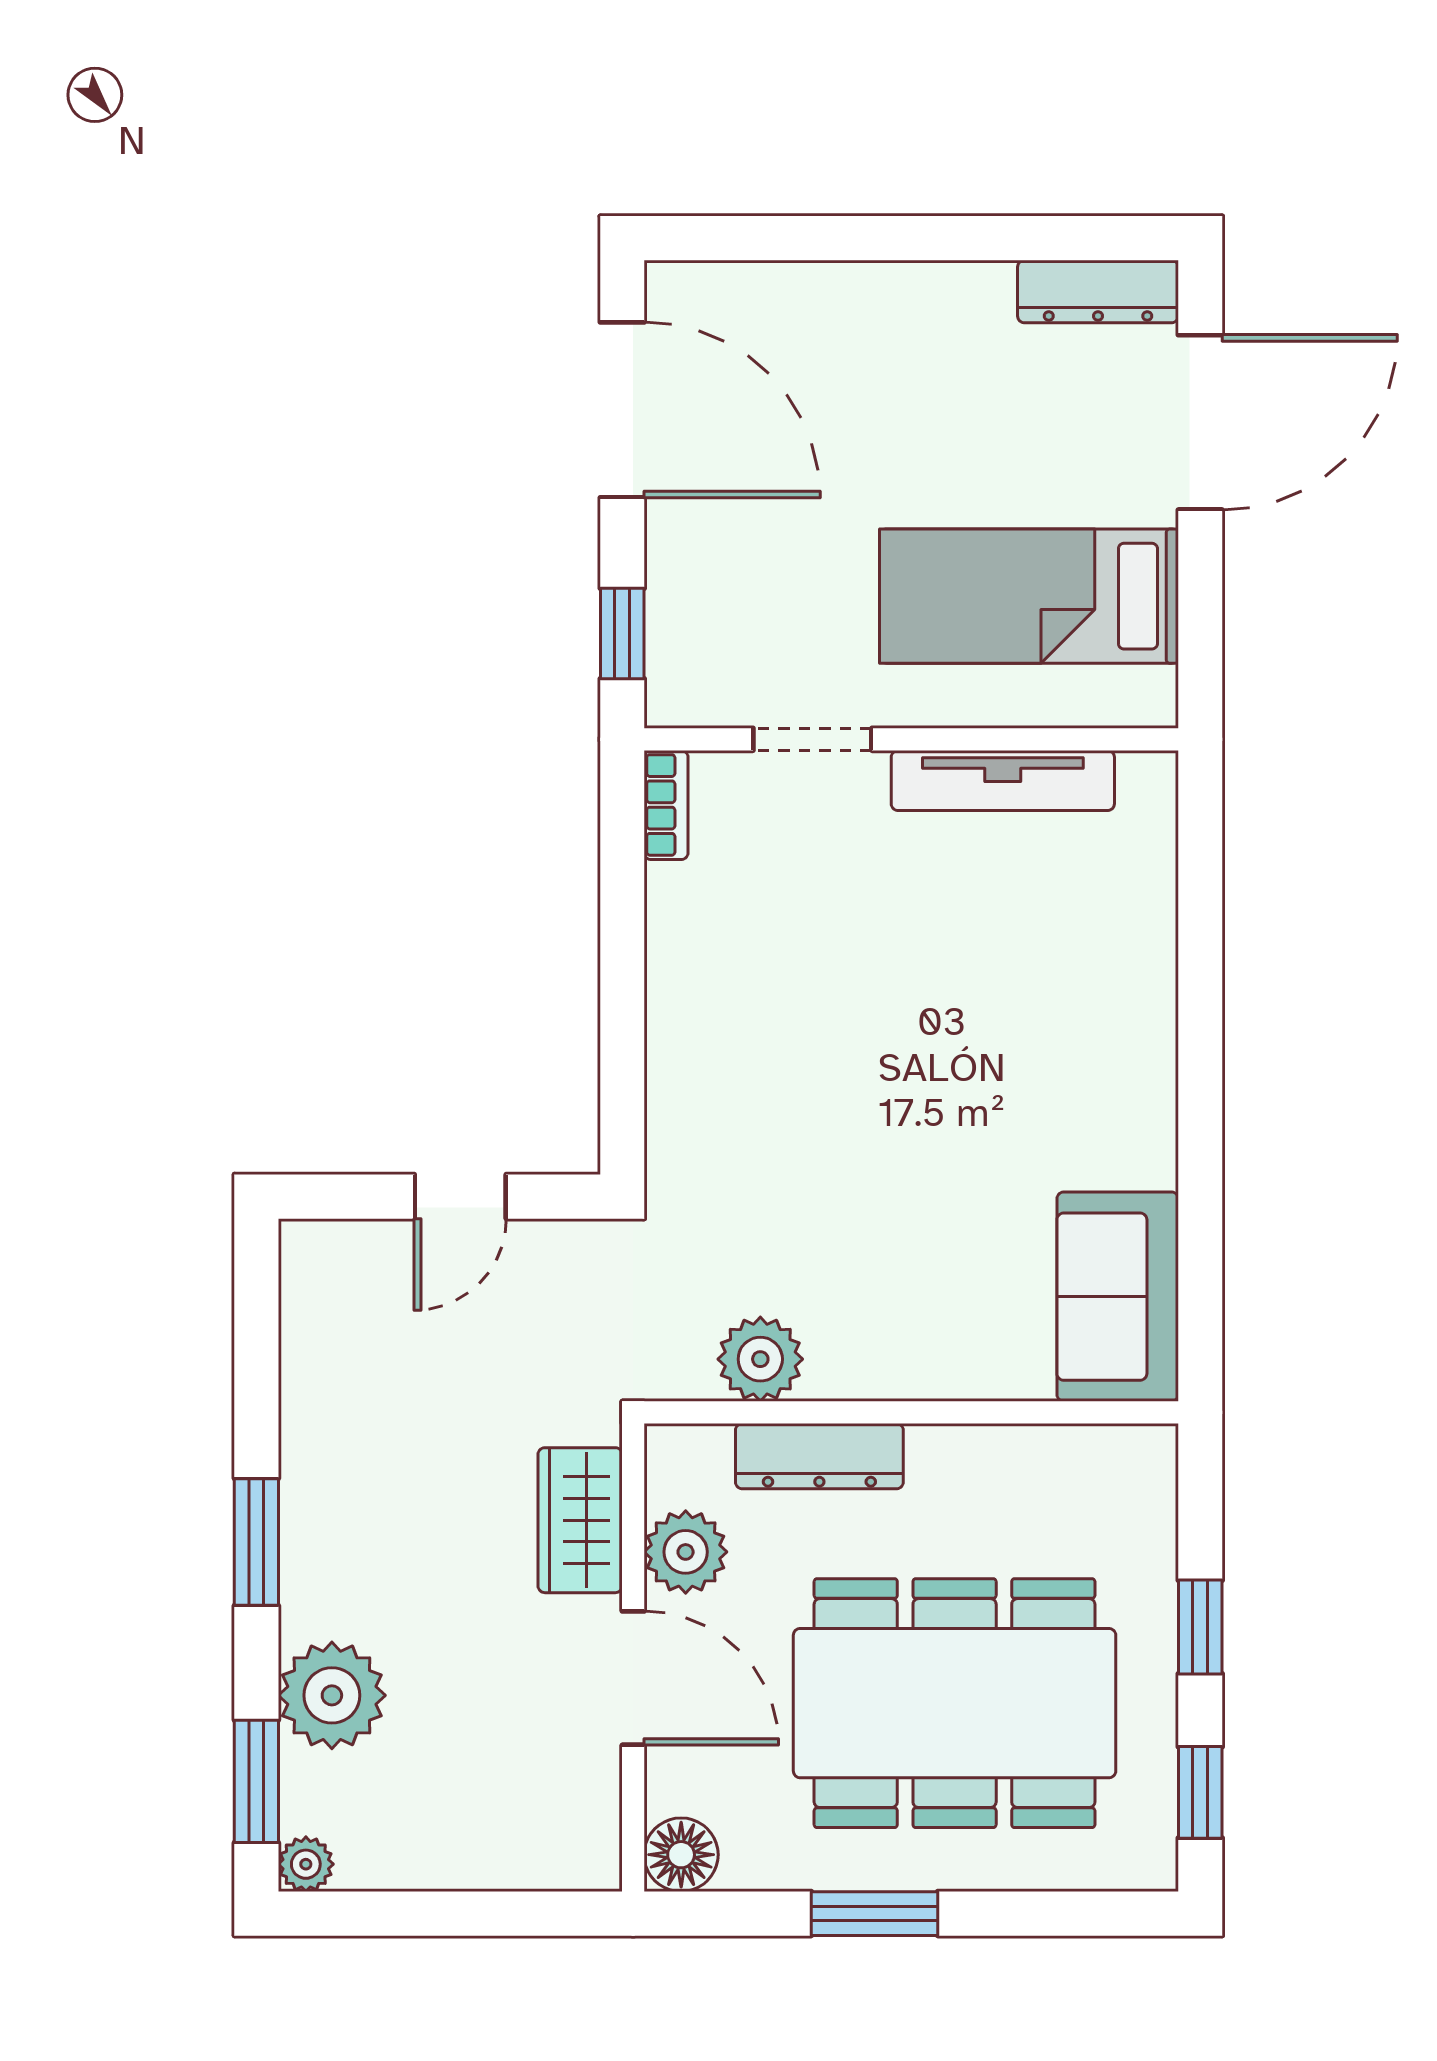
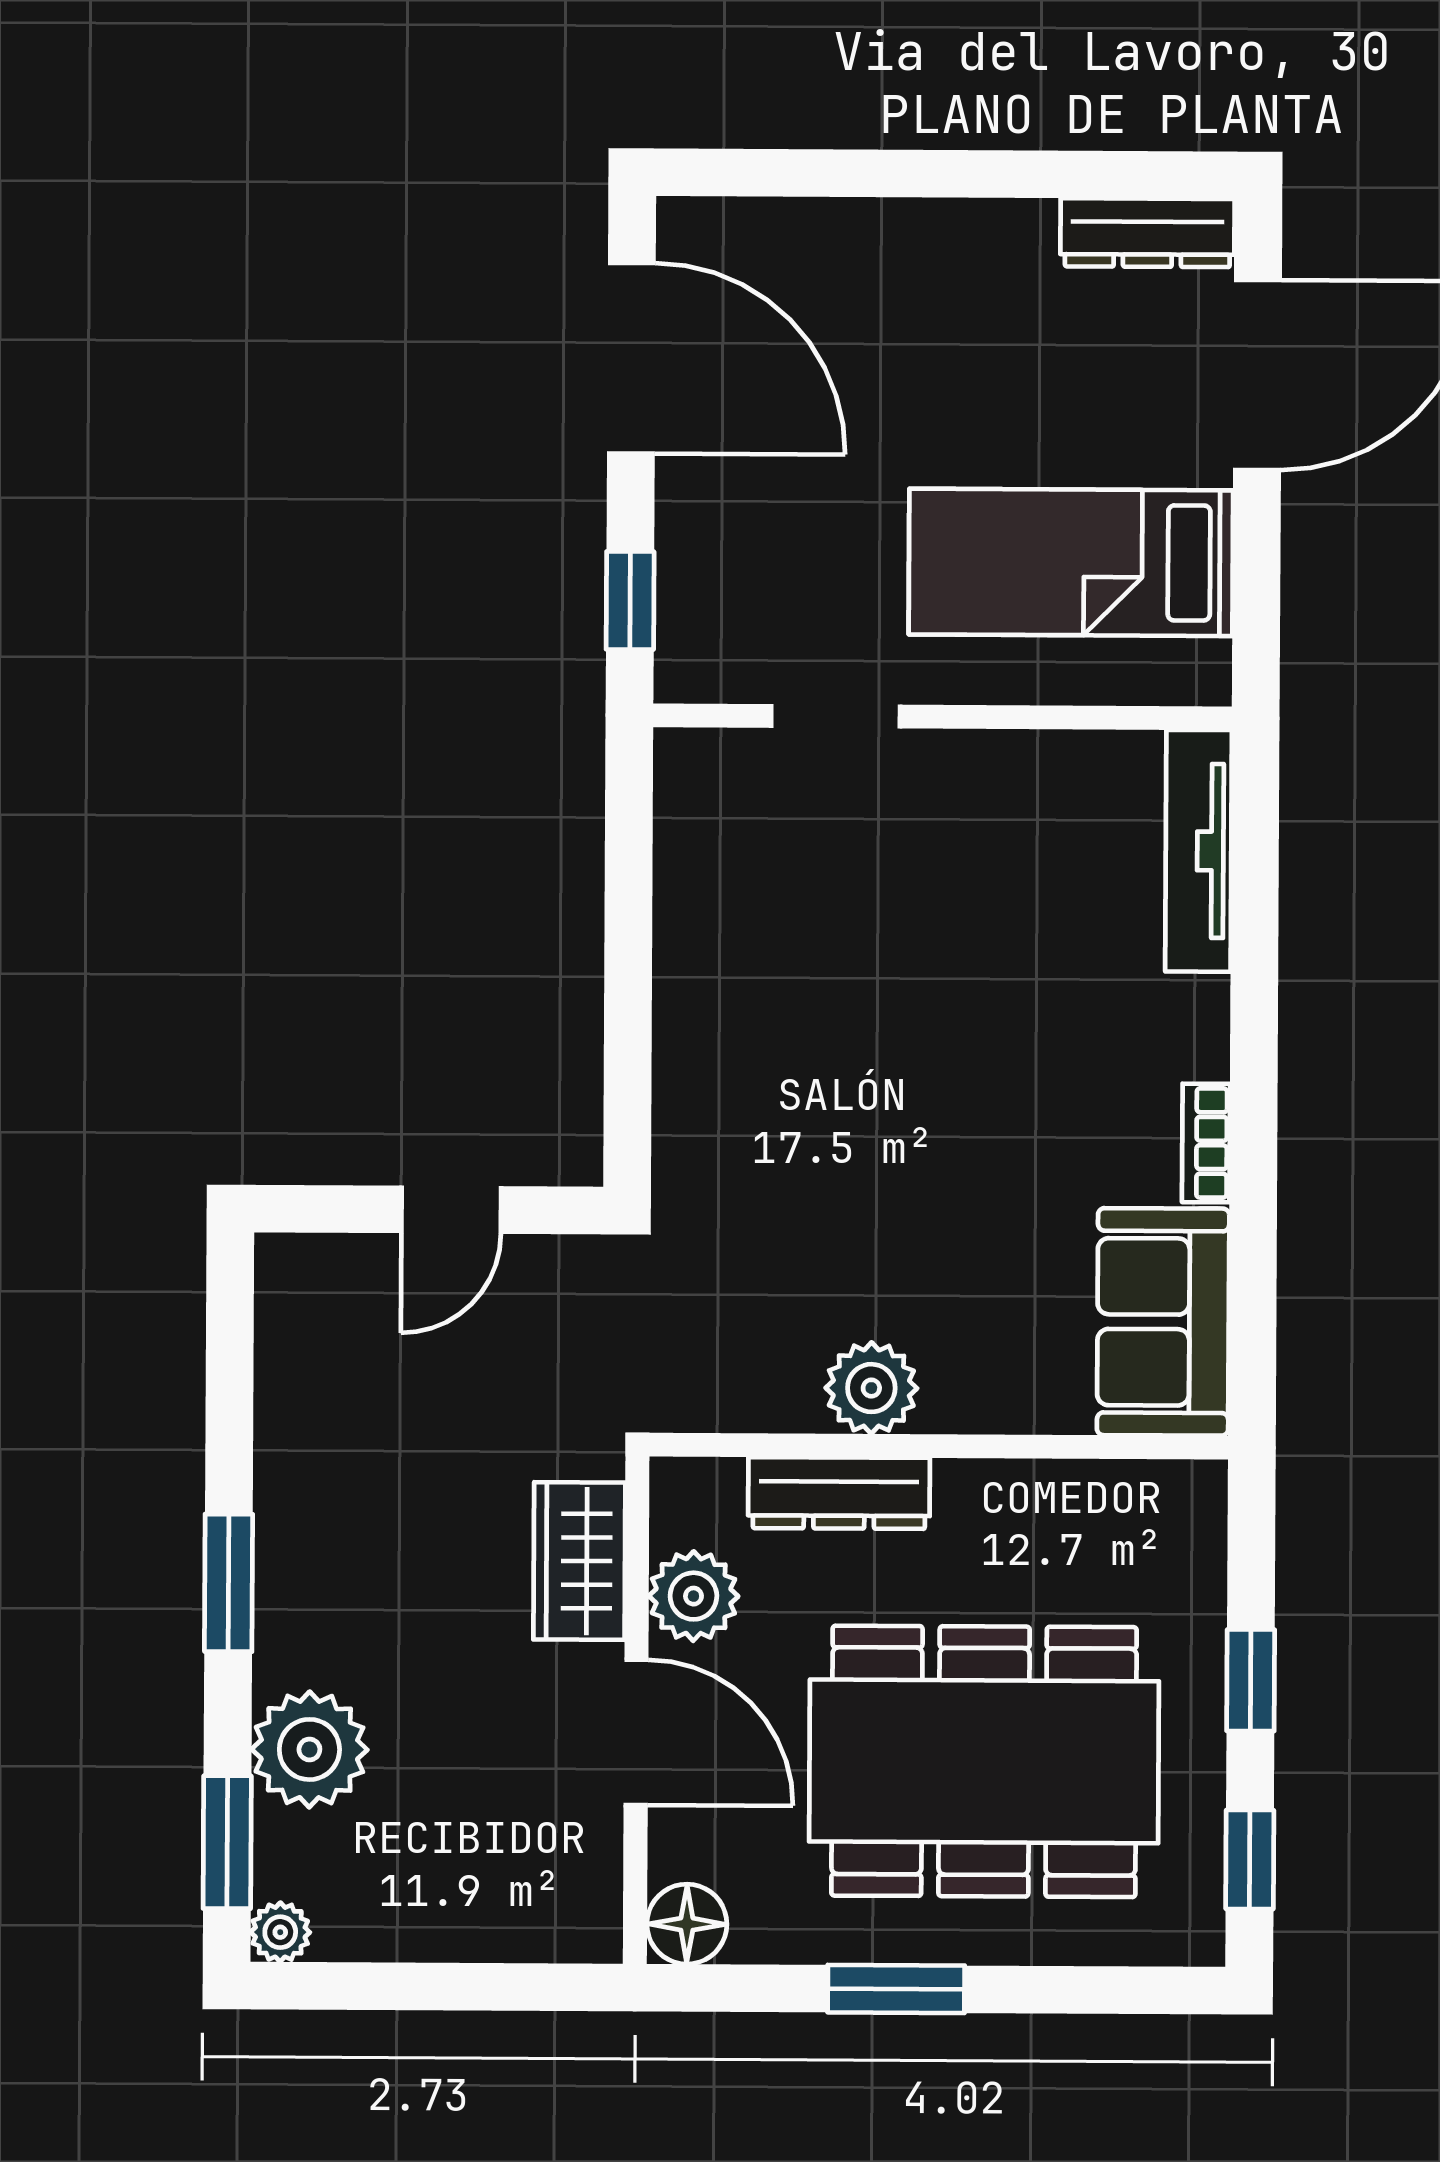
tv unit: (1003, 780) -> (1198, 851), moved, turned 90
bookcase: (666, 805) -> (1206, 1143), moved, turned 180
plant: (760, 1359) -> (871, 1388), moved

